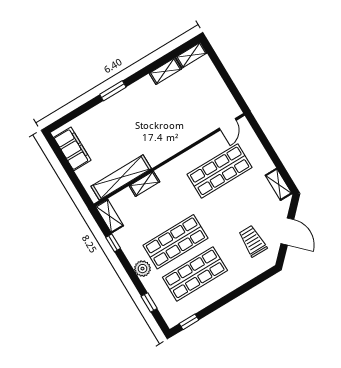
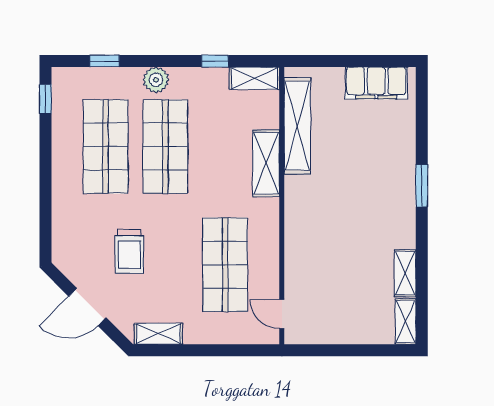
shelving: (144, 184) -> (266, 163), width x1.50, depth x1.33
trolley: (253, 241) -> (129, 252), moved, turned 90

